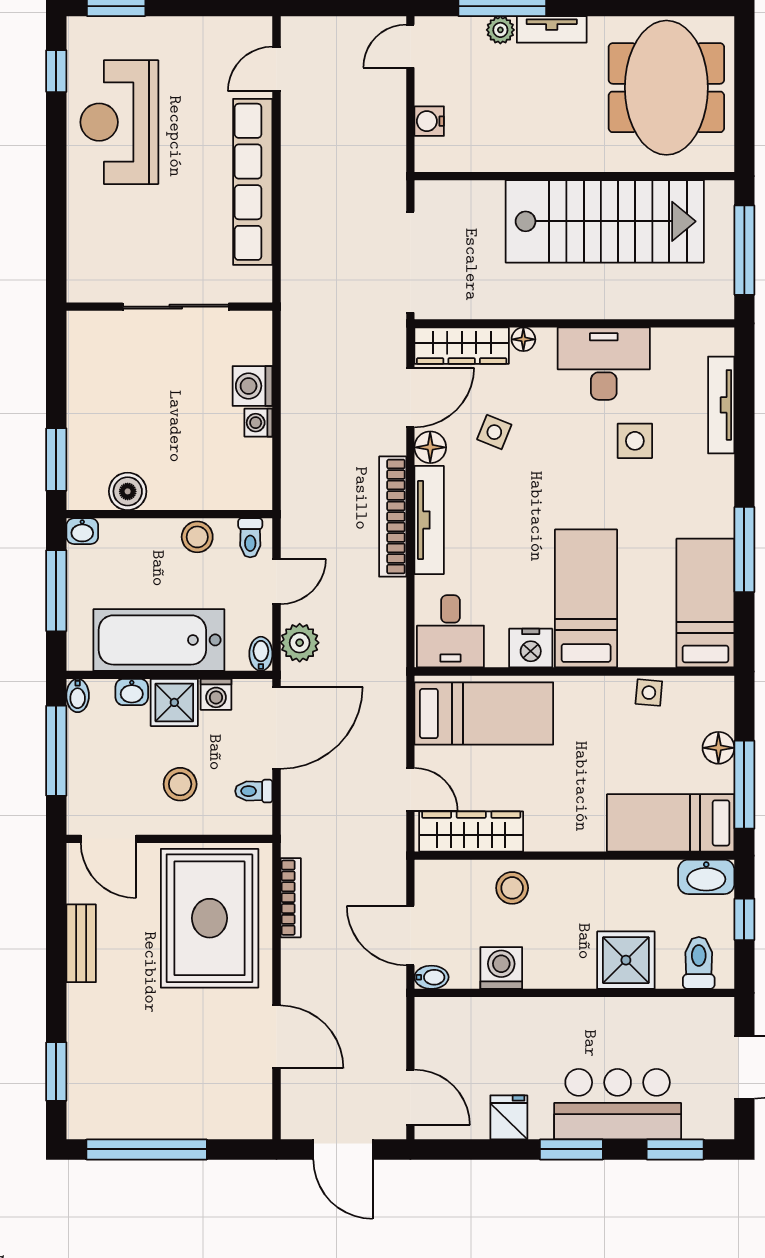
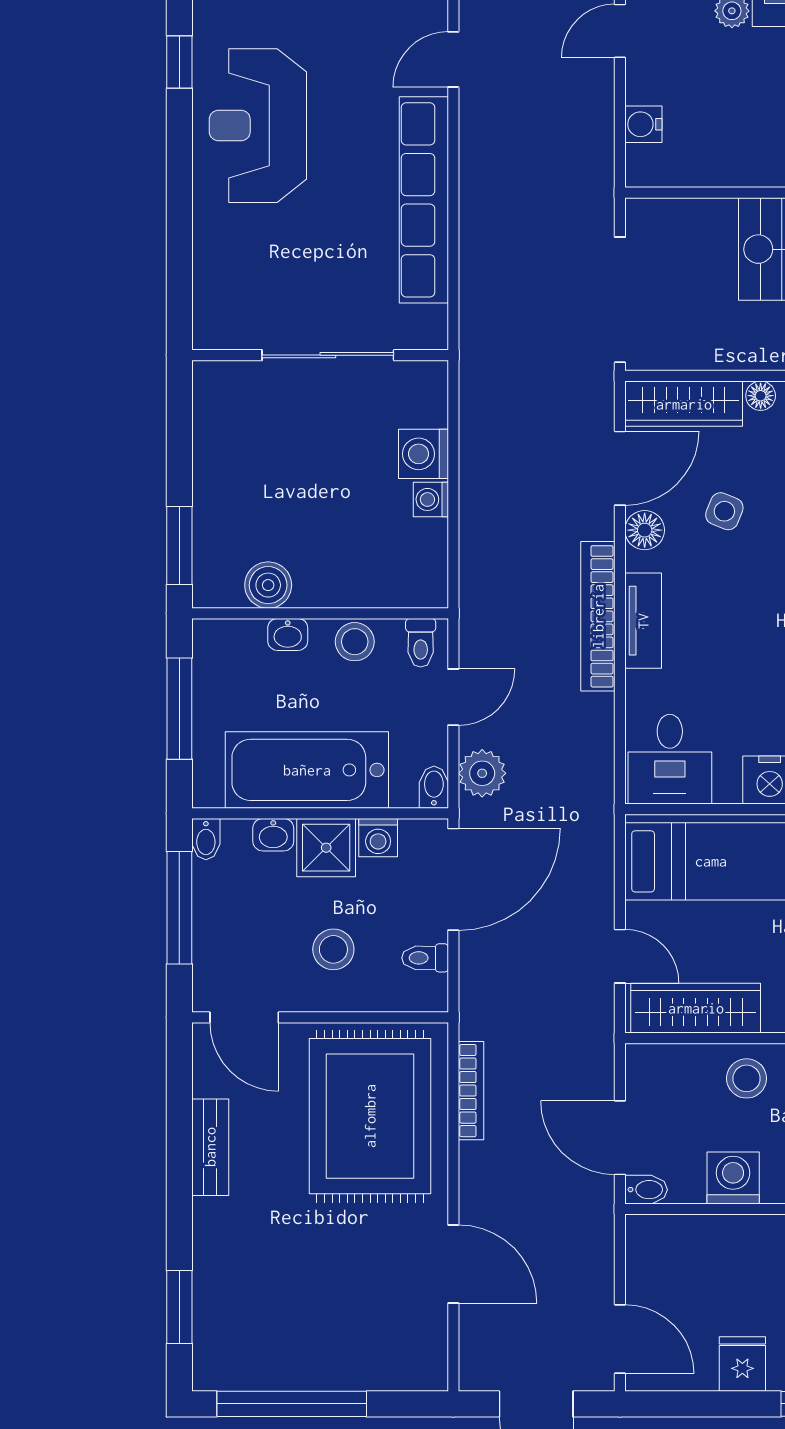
tv unit: (429, 520) -> (643, 621), width x0.71
washbasin: (82, 531) -> (288, 634), moved

